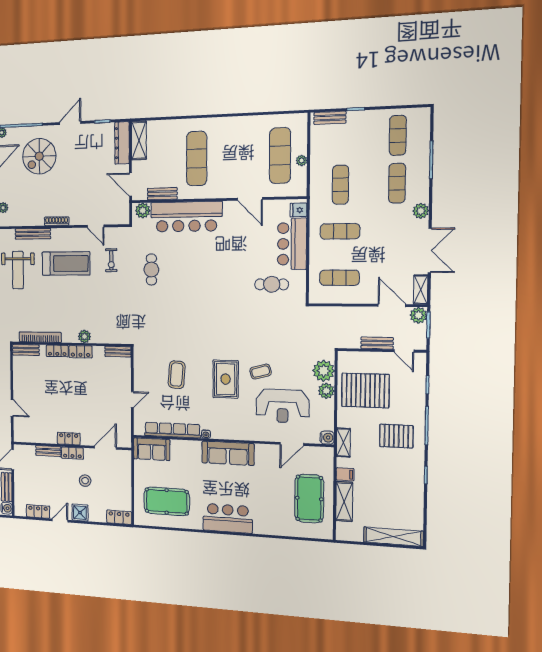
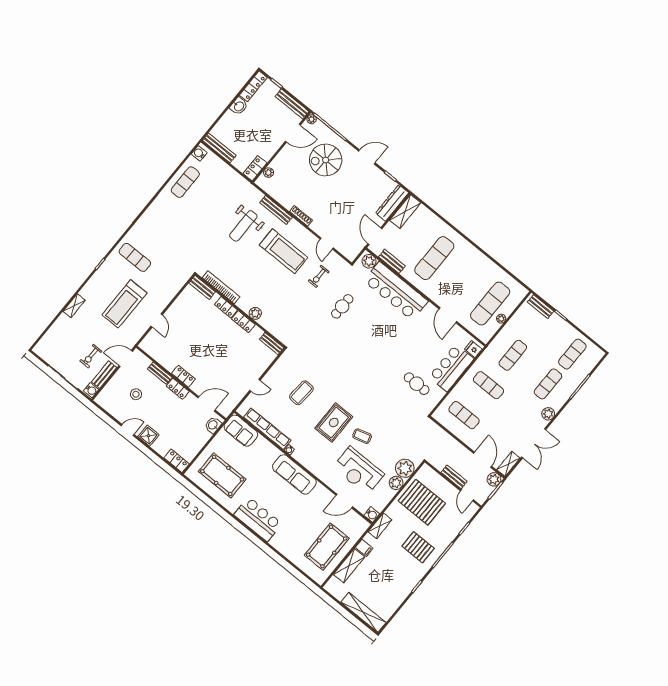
washbasin: (125, 462) -> (213, 425), added
stool: (85, 481) -> (136, 394), moved
locker: (38, 511) -> (115, 411), removed

